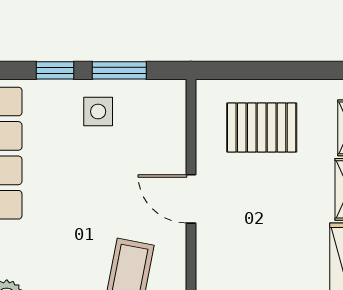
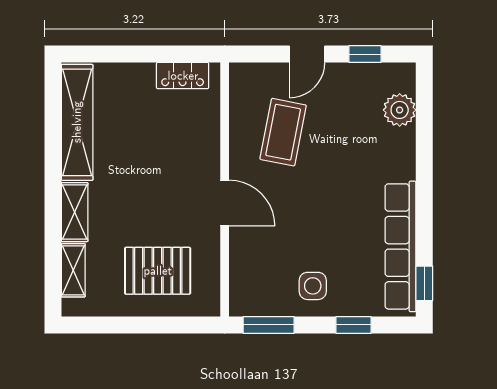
window: (119, 70) -> (269, 325), moved

